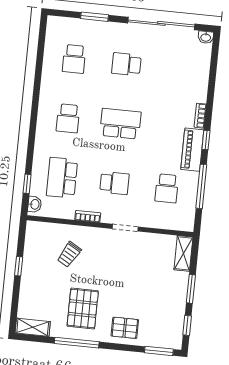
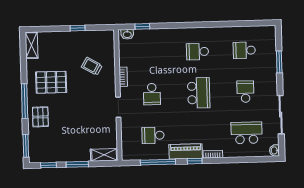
sliding door: (161, 23) -> (281, 115), width x0.73
school desk: (62, 178) -> (247, 133), moved
window: (77, 343) -> (25, 101), moved

